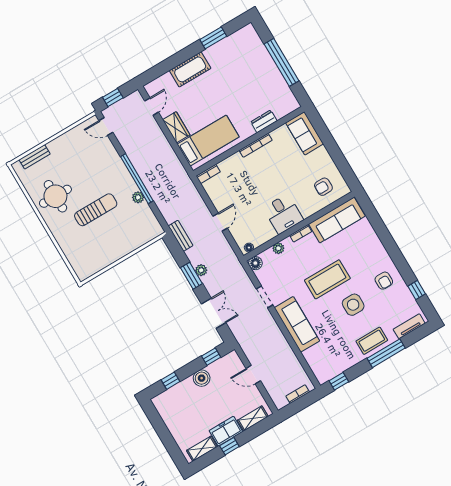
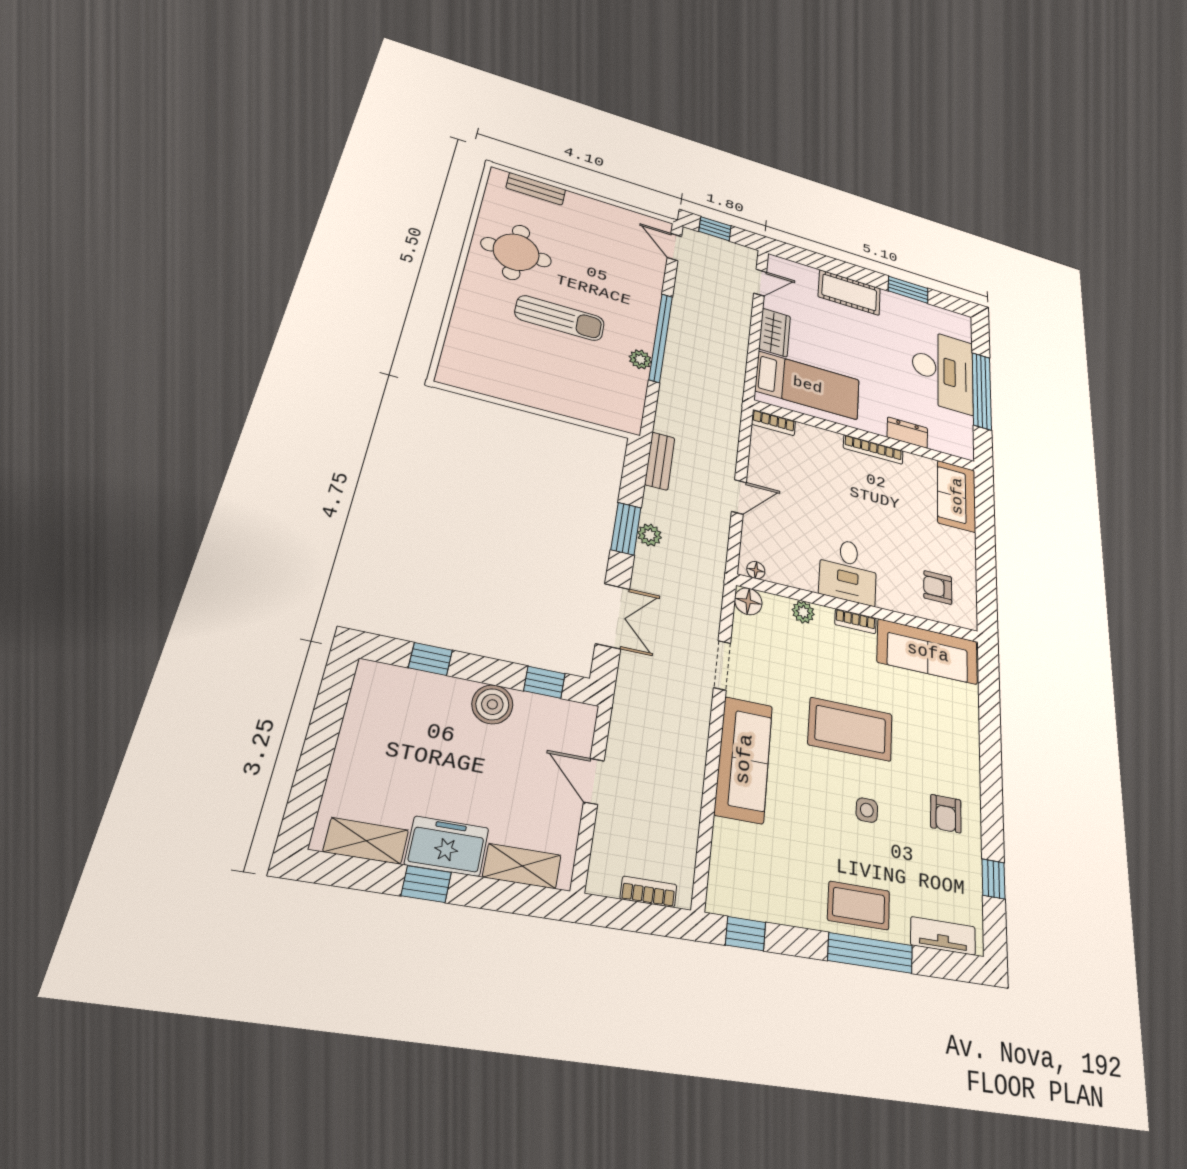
desk: (258, 69) -> (943, 370), added
side table: (353, 305) -> (867, 810), width x0.54, depth x0.54

